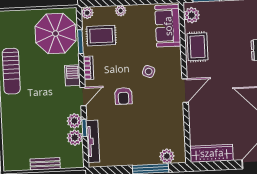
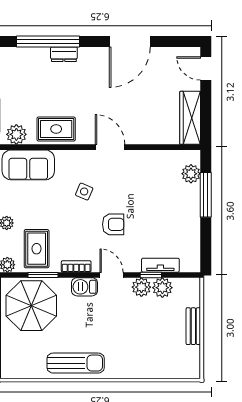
tv unit: (93, 141) -> (160, 265), width x0.71

